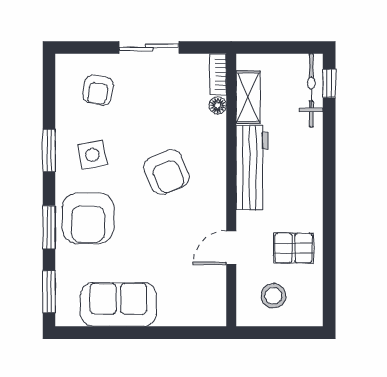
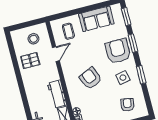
workbench: (252, 168) -> (57, 94), width x0.73
coffee table: (189, 292) -> (68, 31), added

